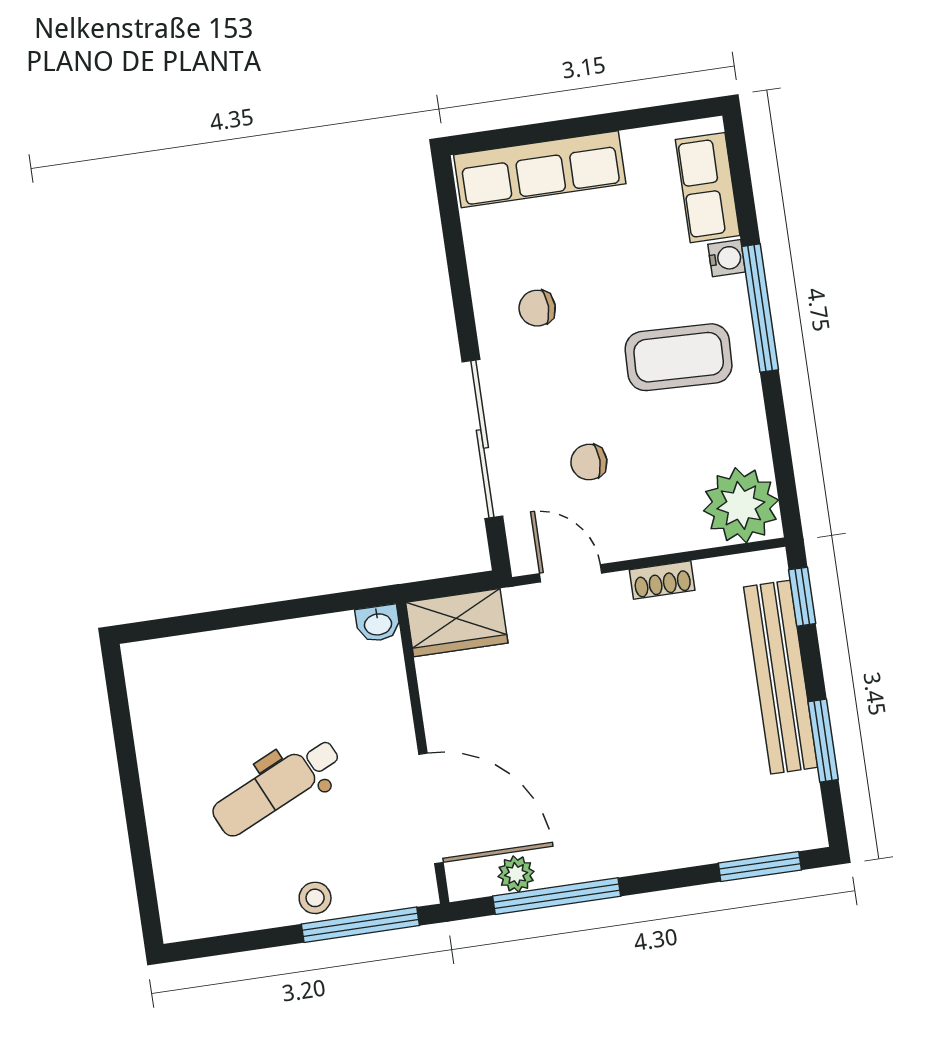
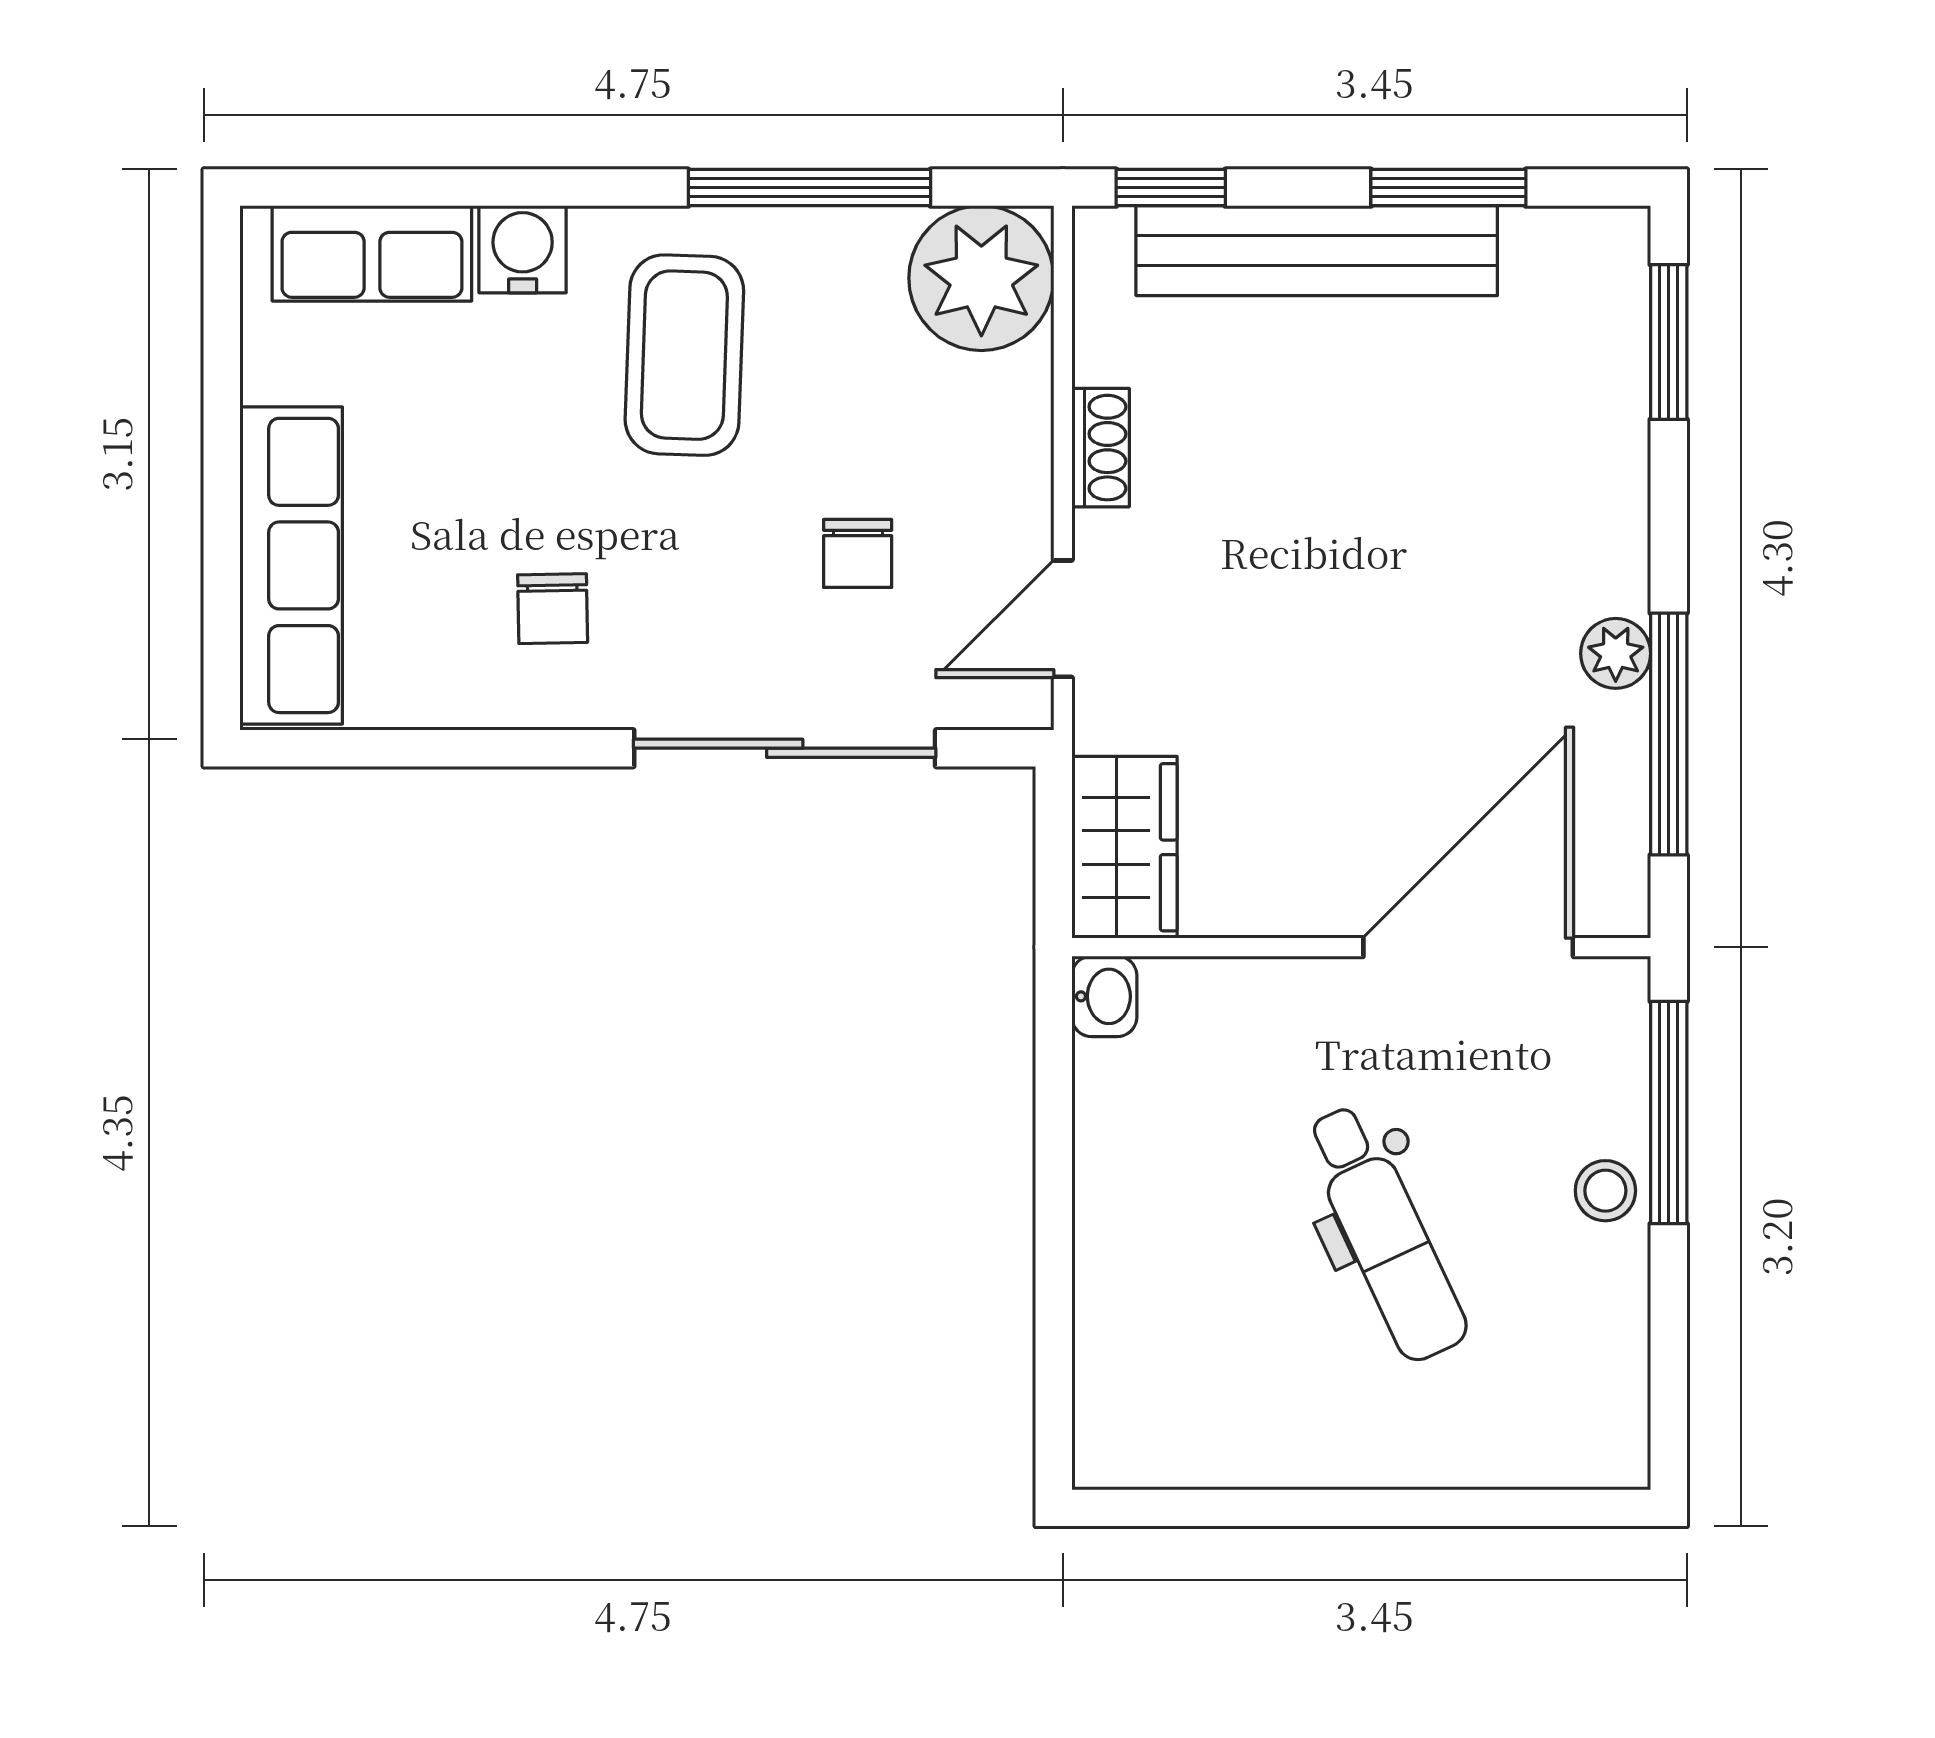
water cooler: (727, 258) -> (523, 249), width x1.38, depth x1.38
window: (760, 308) -> (809, 188), moved
plant: (516, 874) -> (1616, 653), moved

